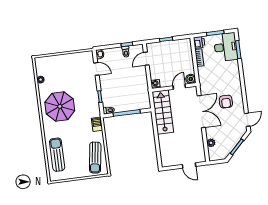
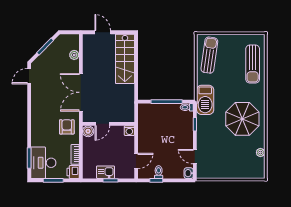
kitchen sink: (171, 46) -> (106, 172), added
armchair: (226, 102) -> (67, 127), moved
stairs: (163, 112) -> (125, 59), moved
barbecue: (97, 124) -> (205, 100), width x1.88, depth x1.53

